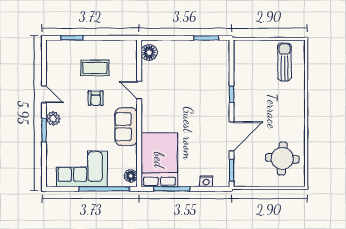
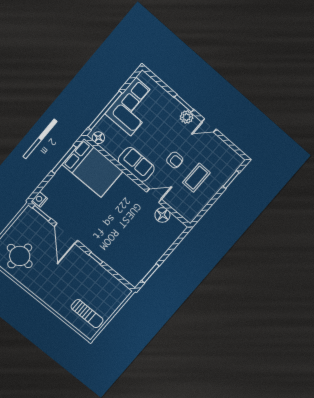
floor lamp: (149, 53) -> (162, 215), moved
armchair: (96, 98) -> (175, 160), turned 180
nightstand: (206, 181) -> (40, 199), moved

